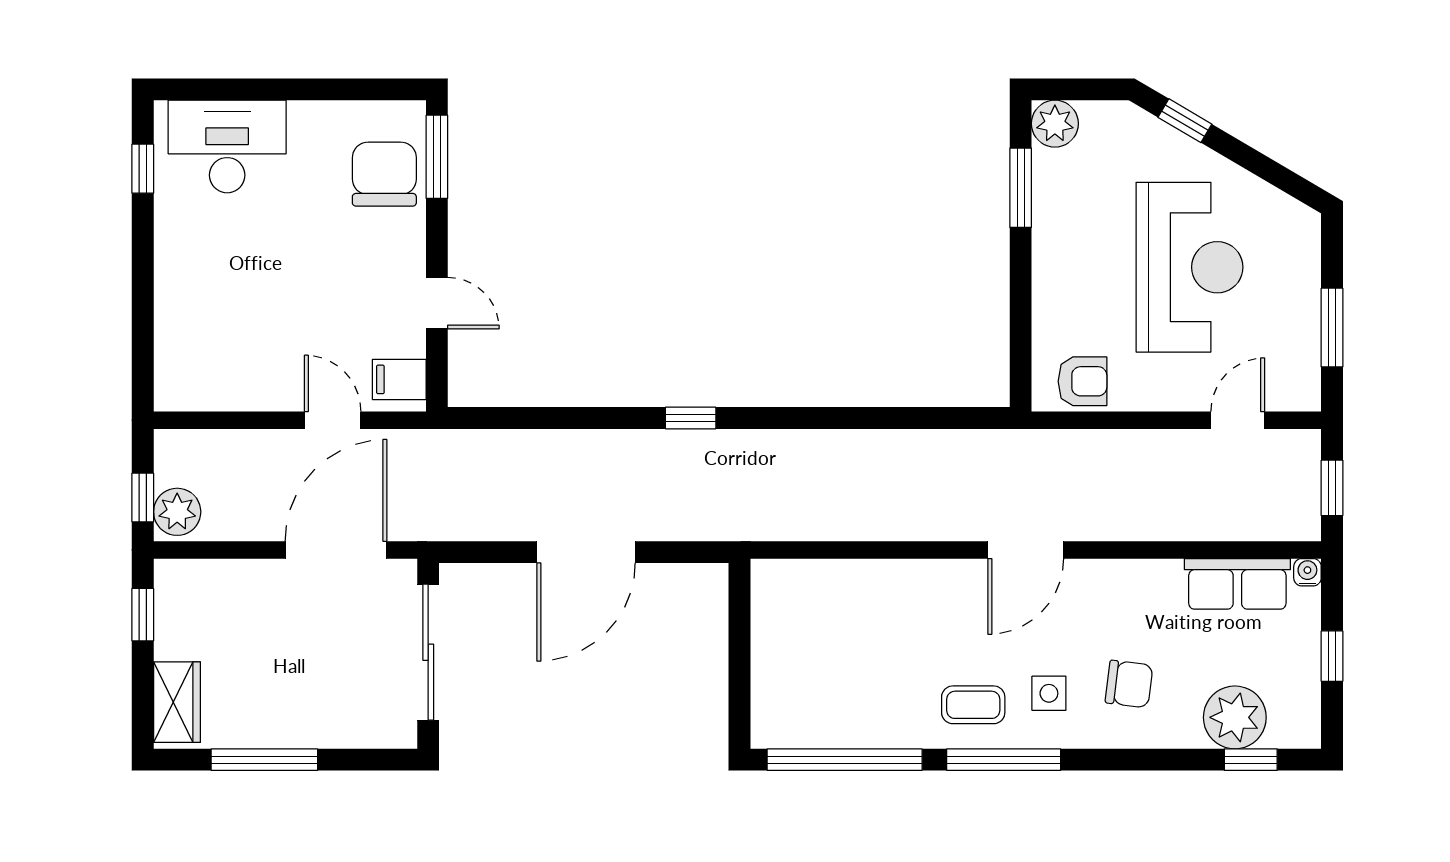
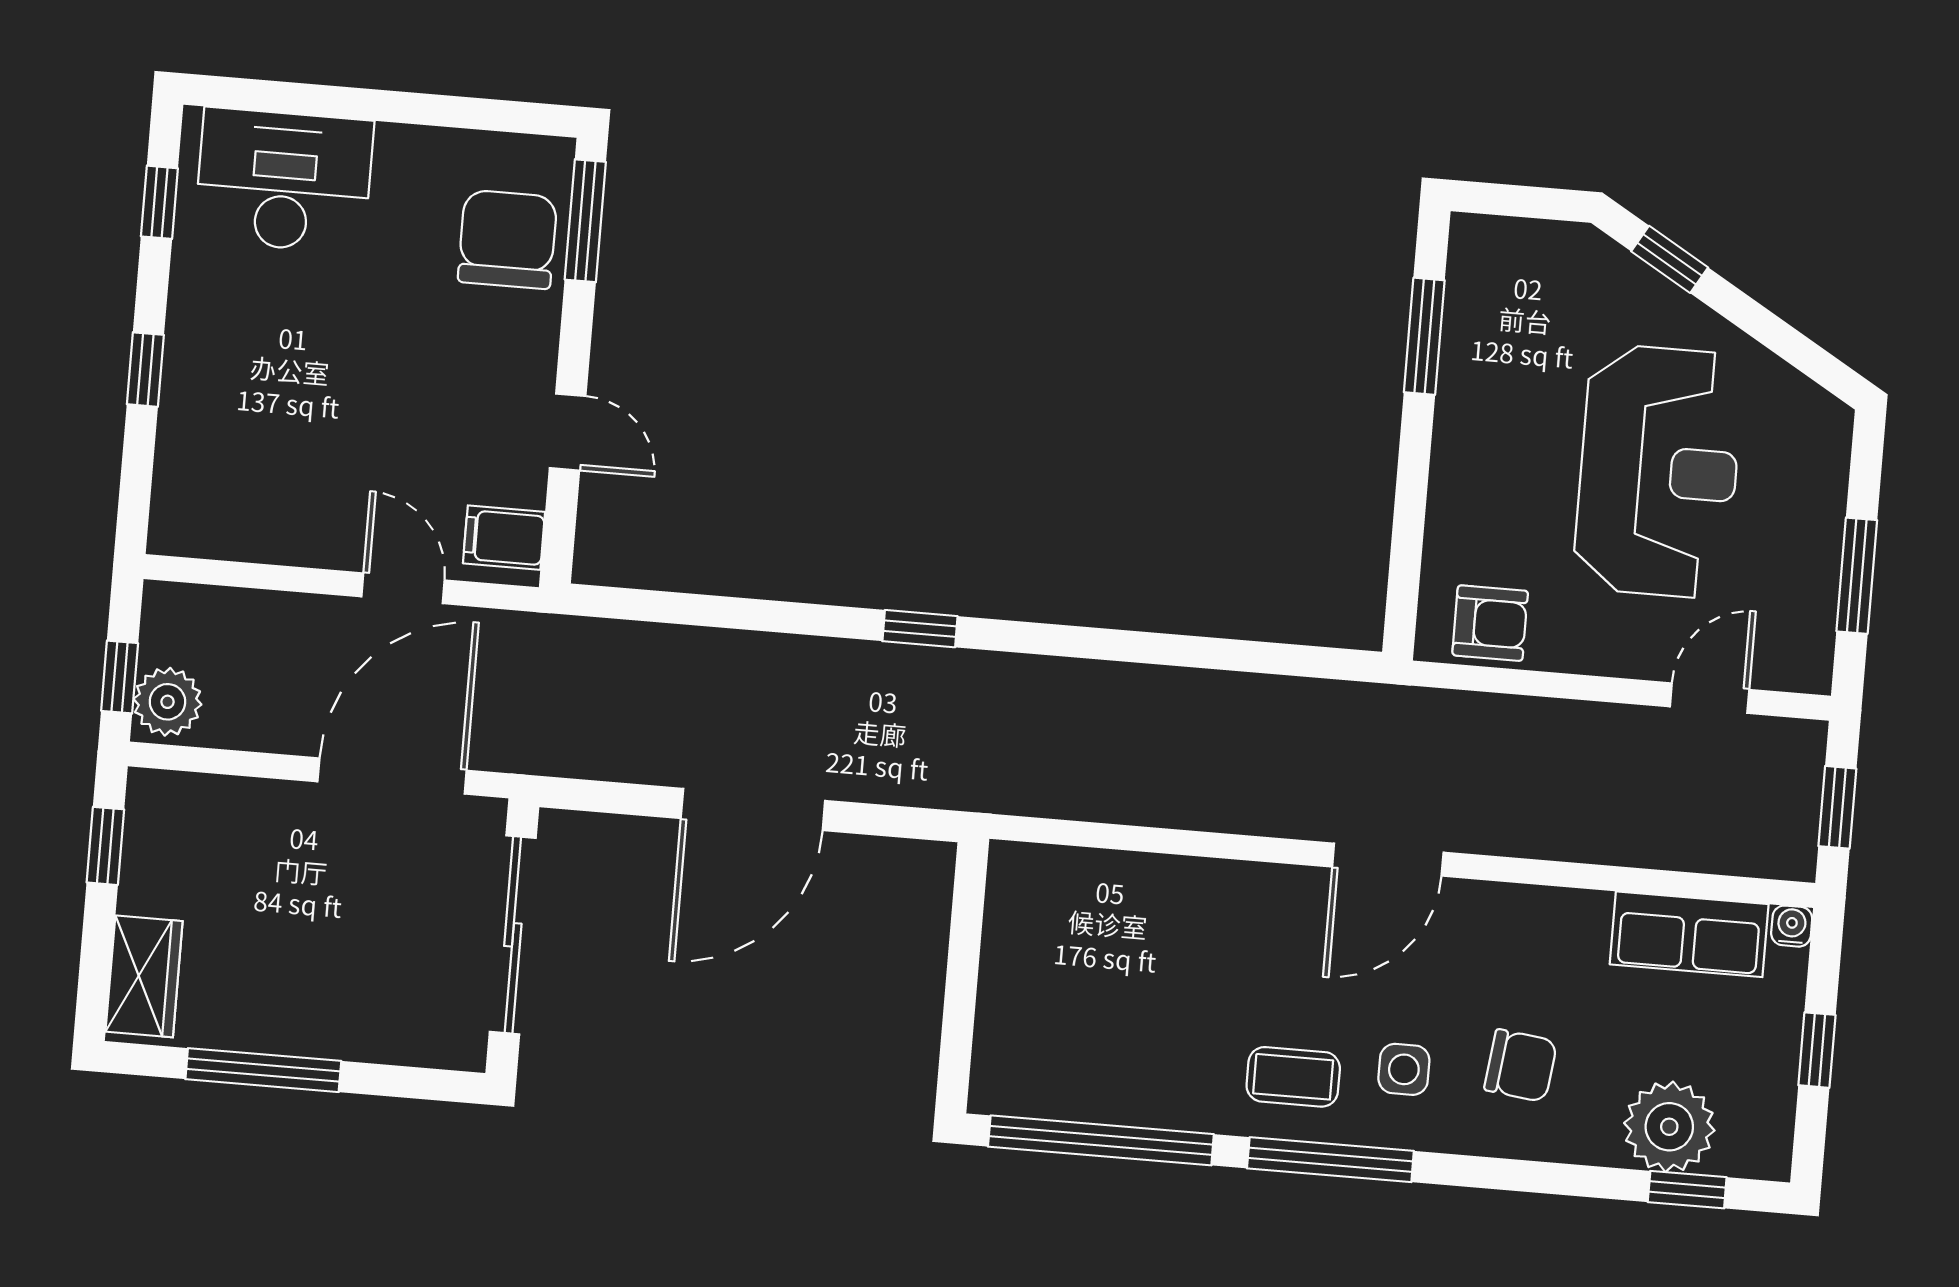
plant: (1055, 124) -> (1482, 248), removed
window: (143, 285) -> (145, 370), added

